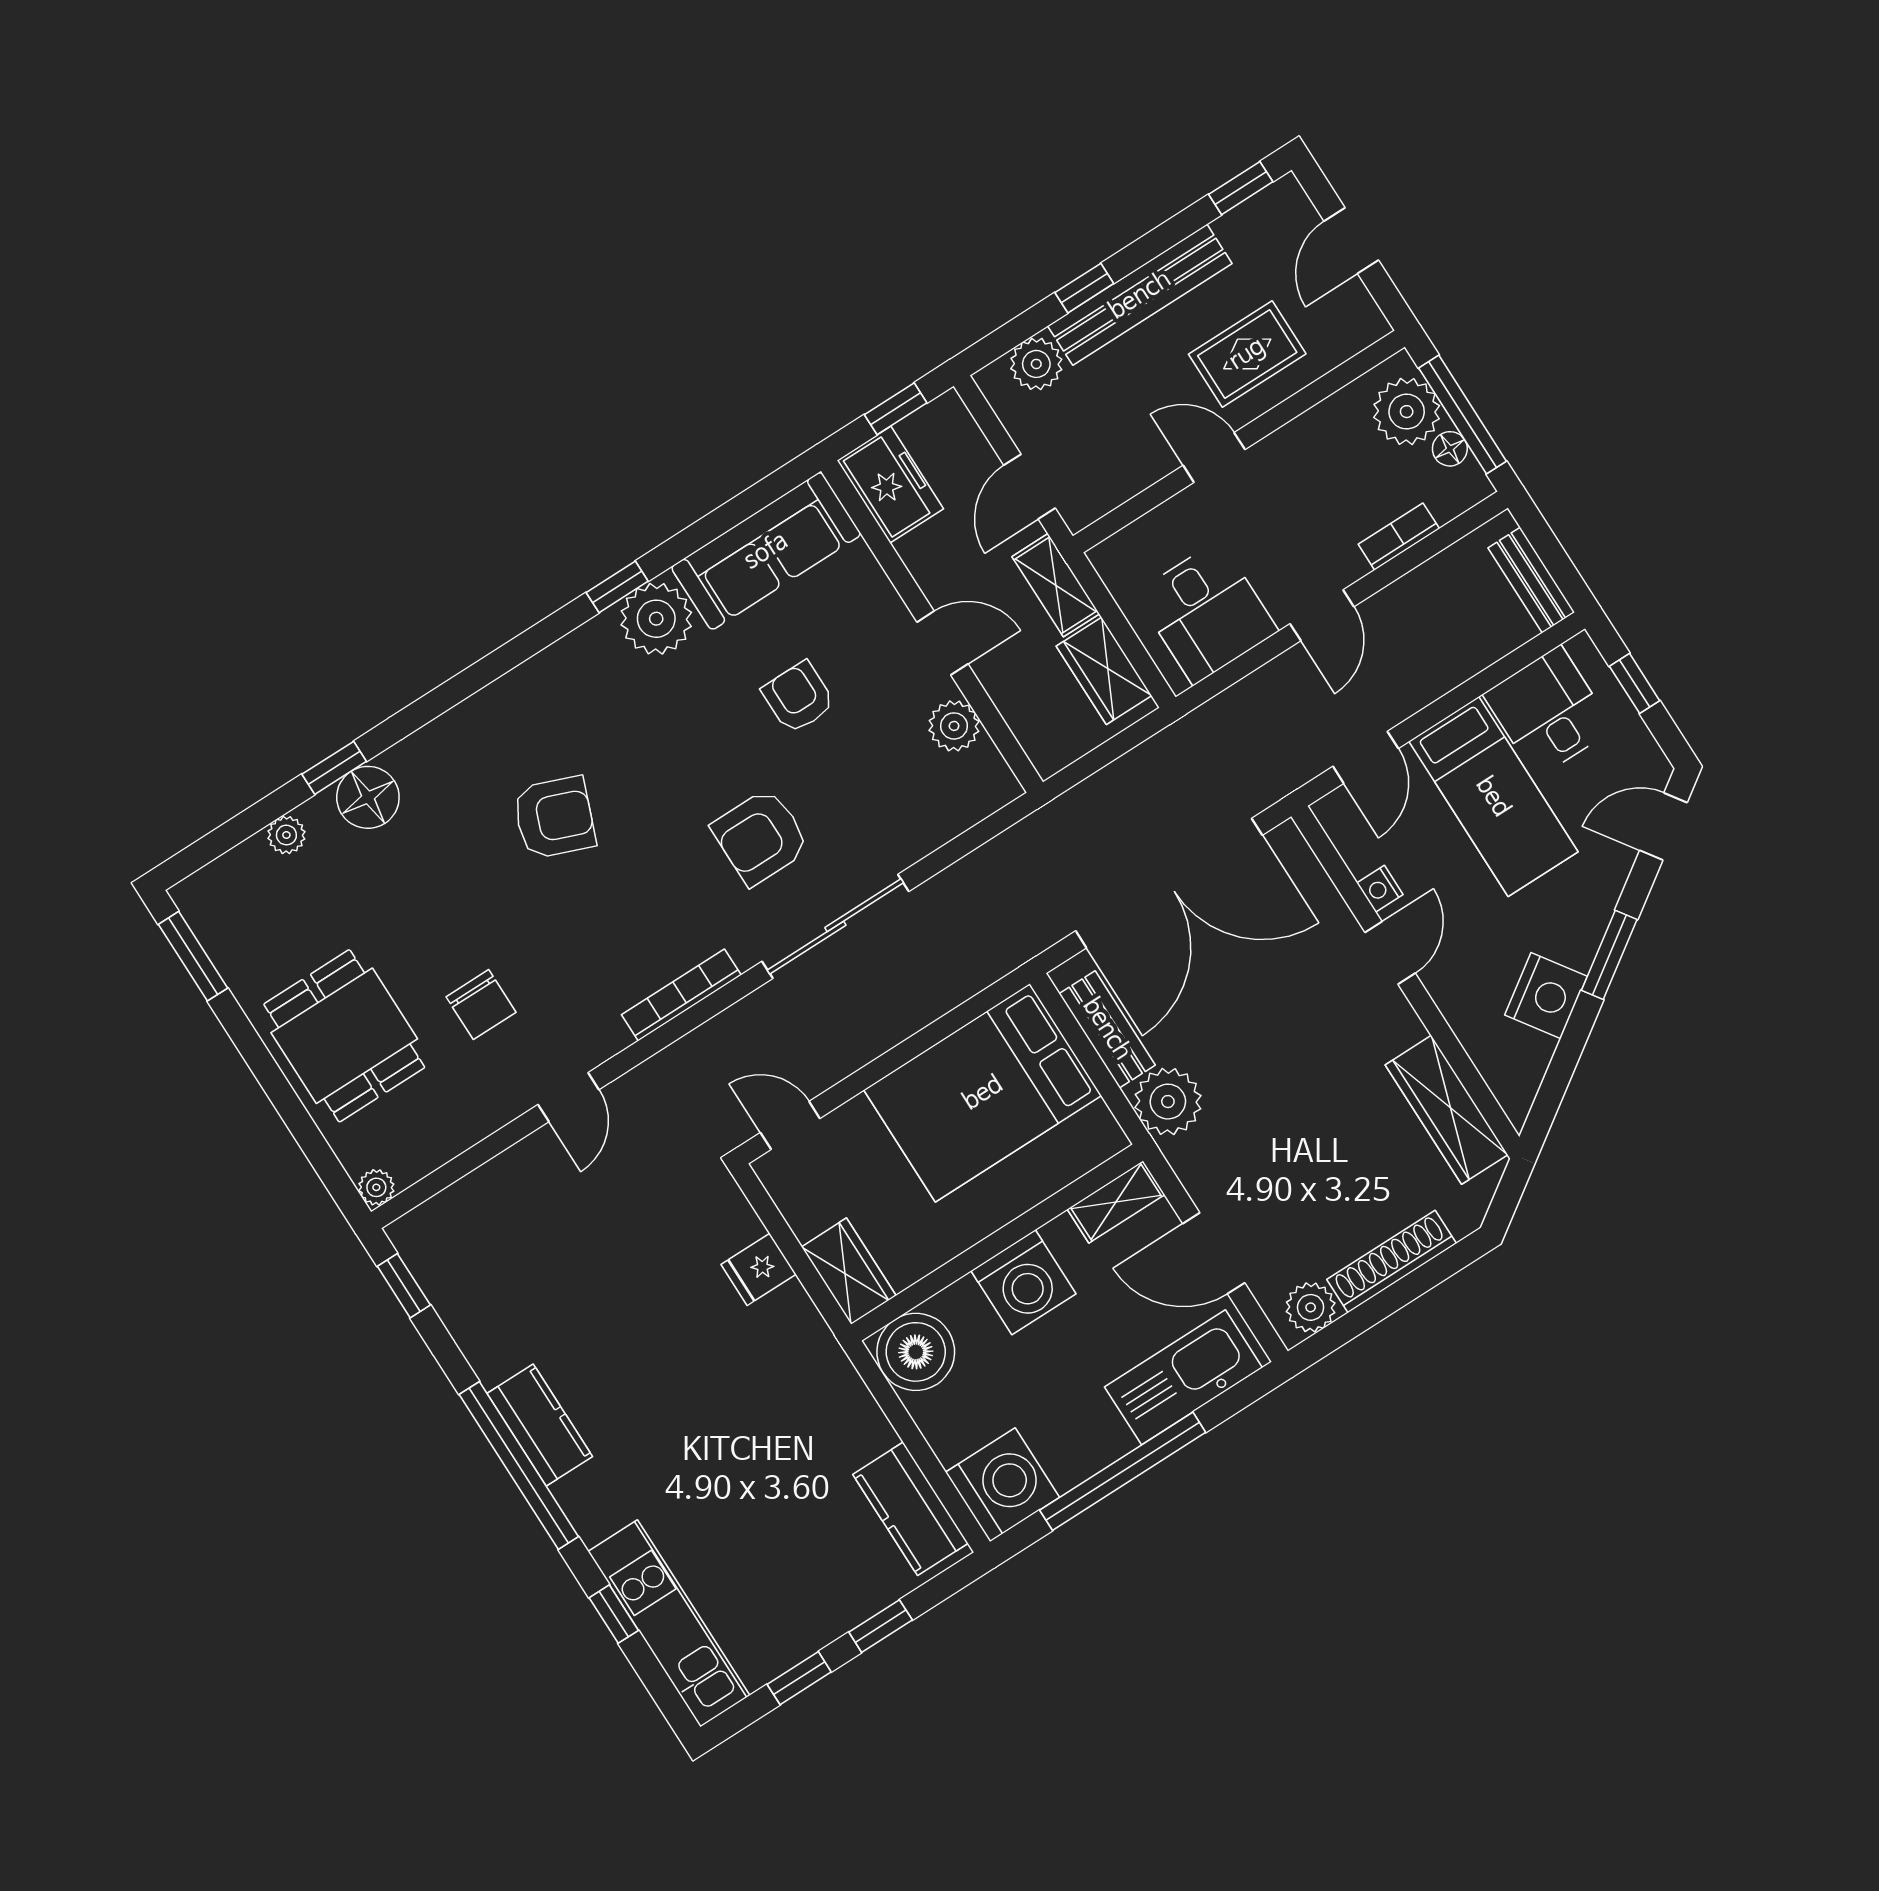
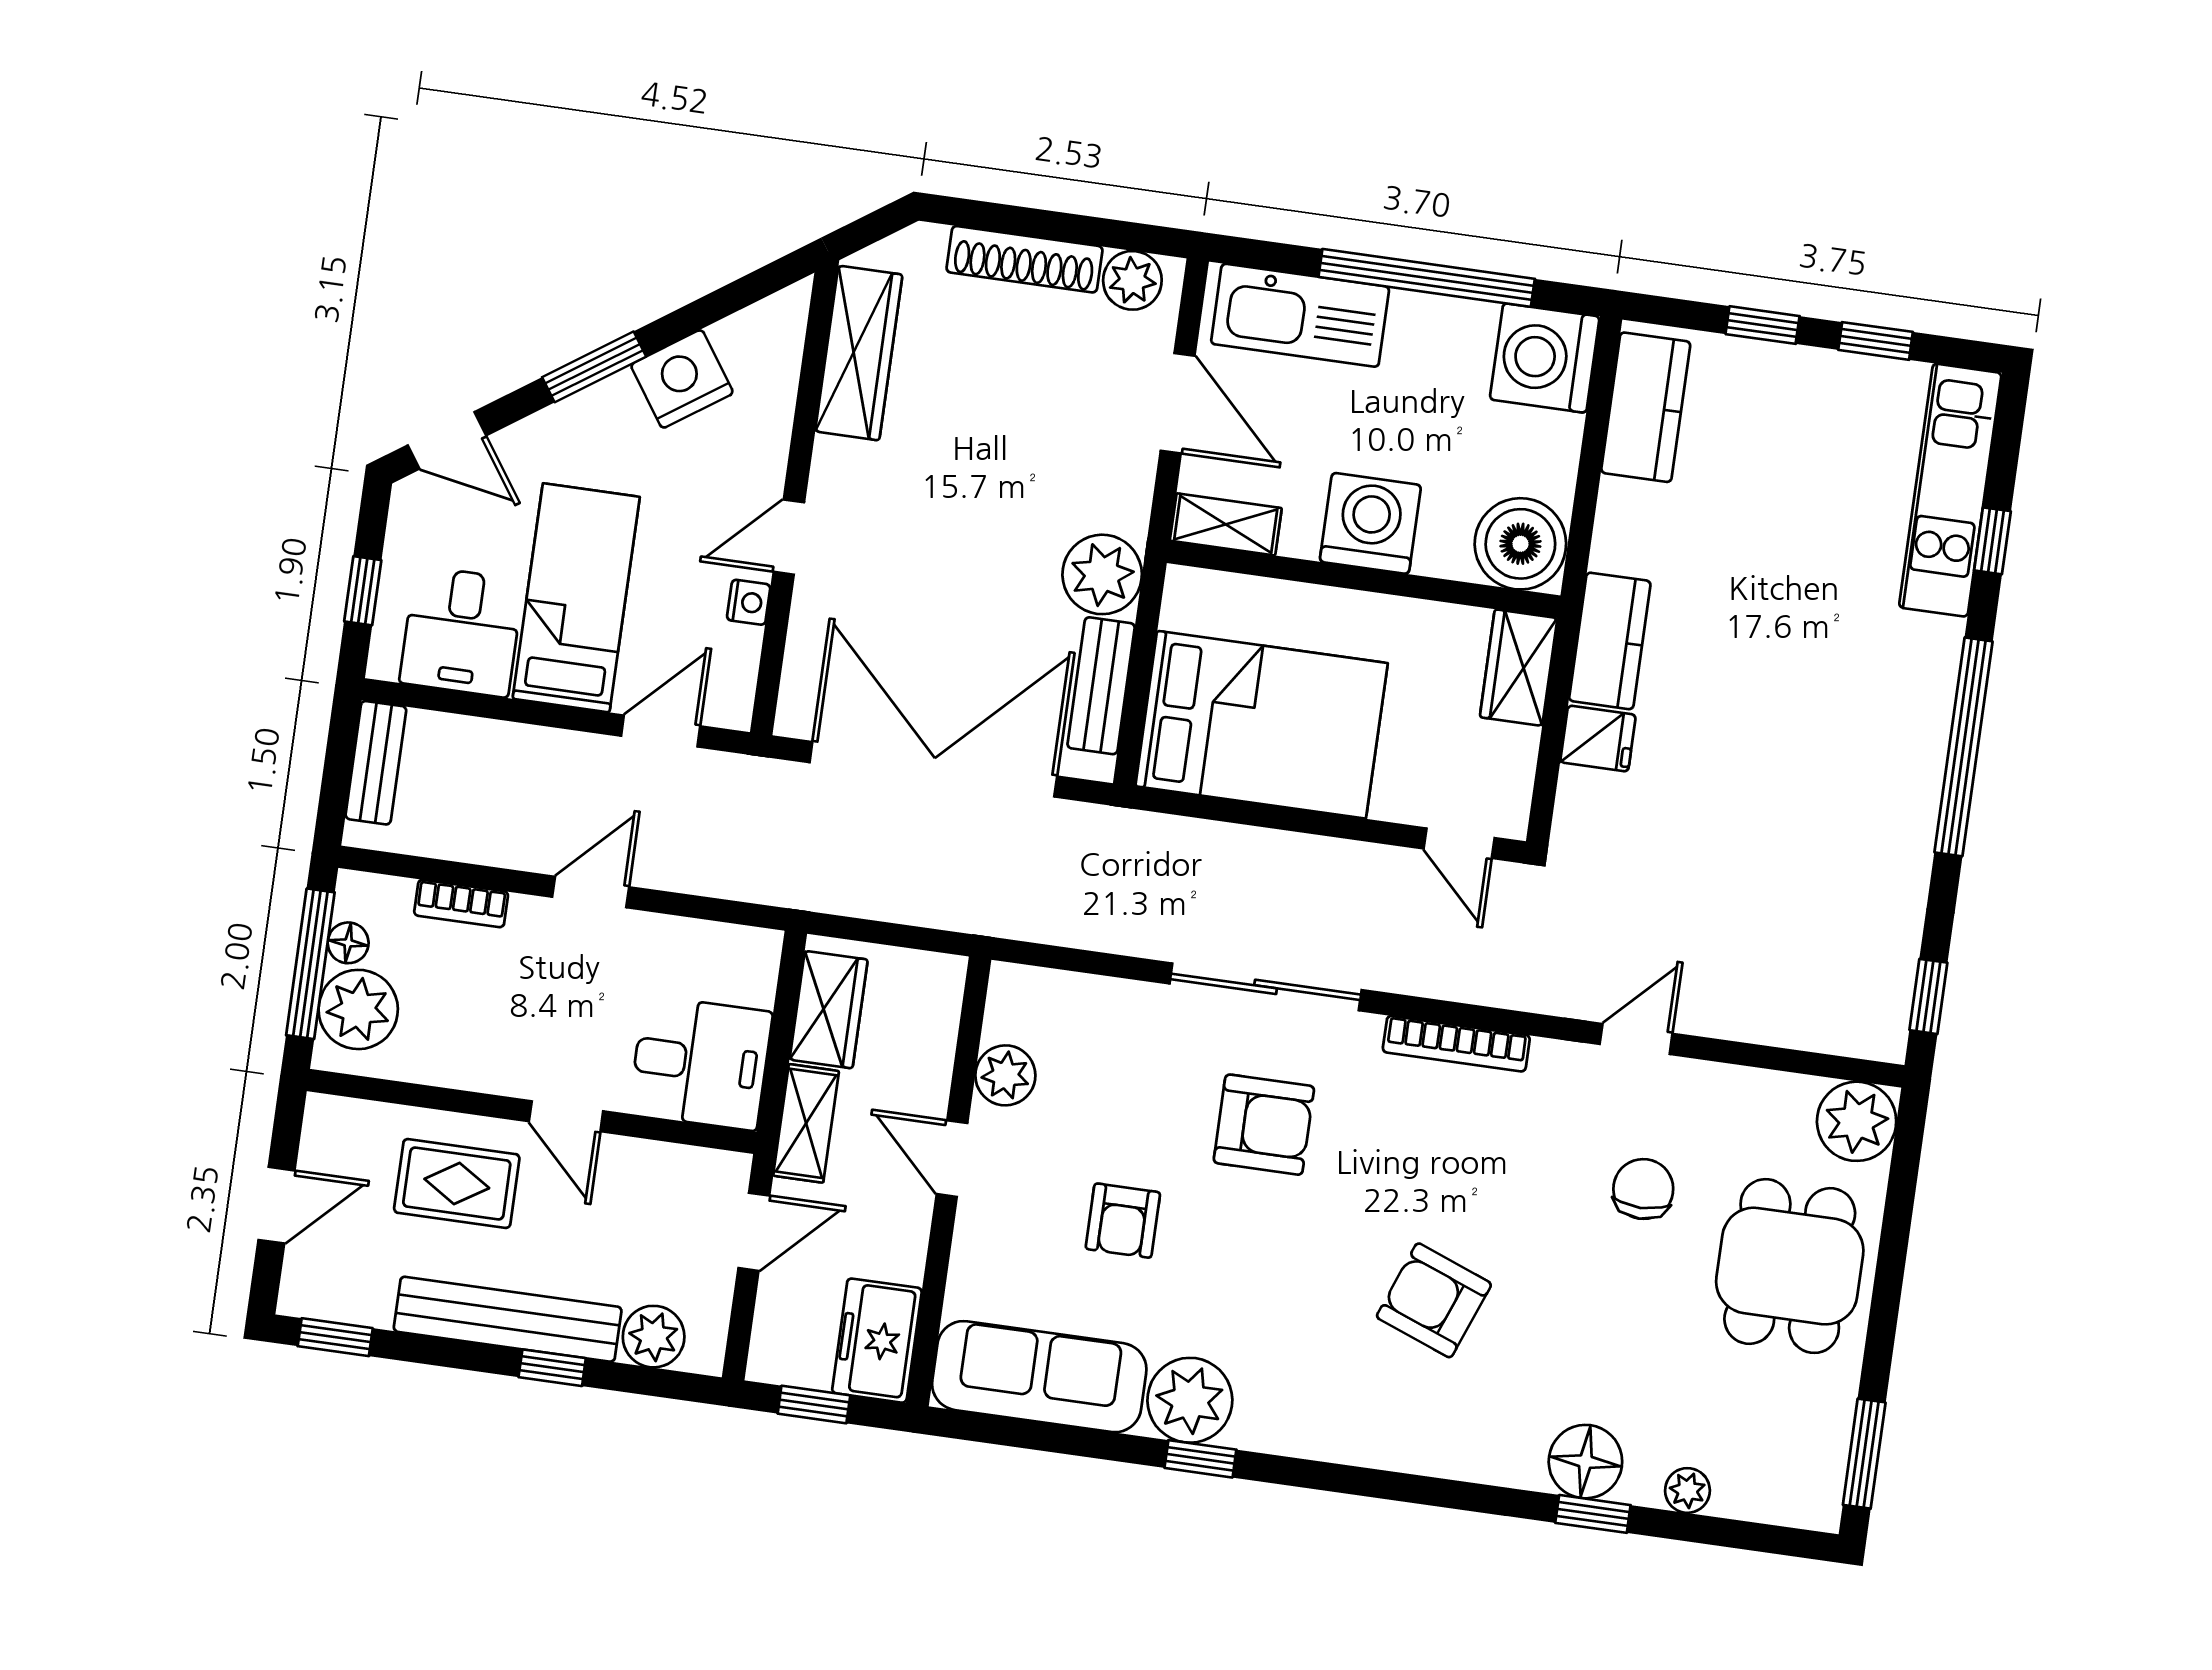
desk: (1207, 612) -> (700, 1063), moved, turned 90
plant: (376, 1187) -> (1857, 1121), width x1.87, depth x1.87
kitchen counter: (540, 1425) -> (1610, 641), moved, turned 180

